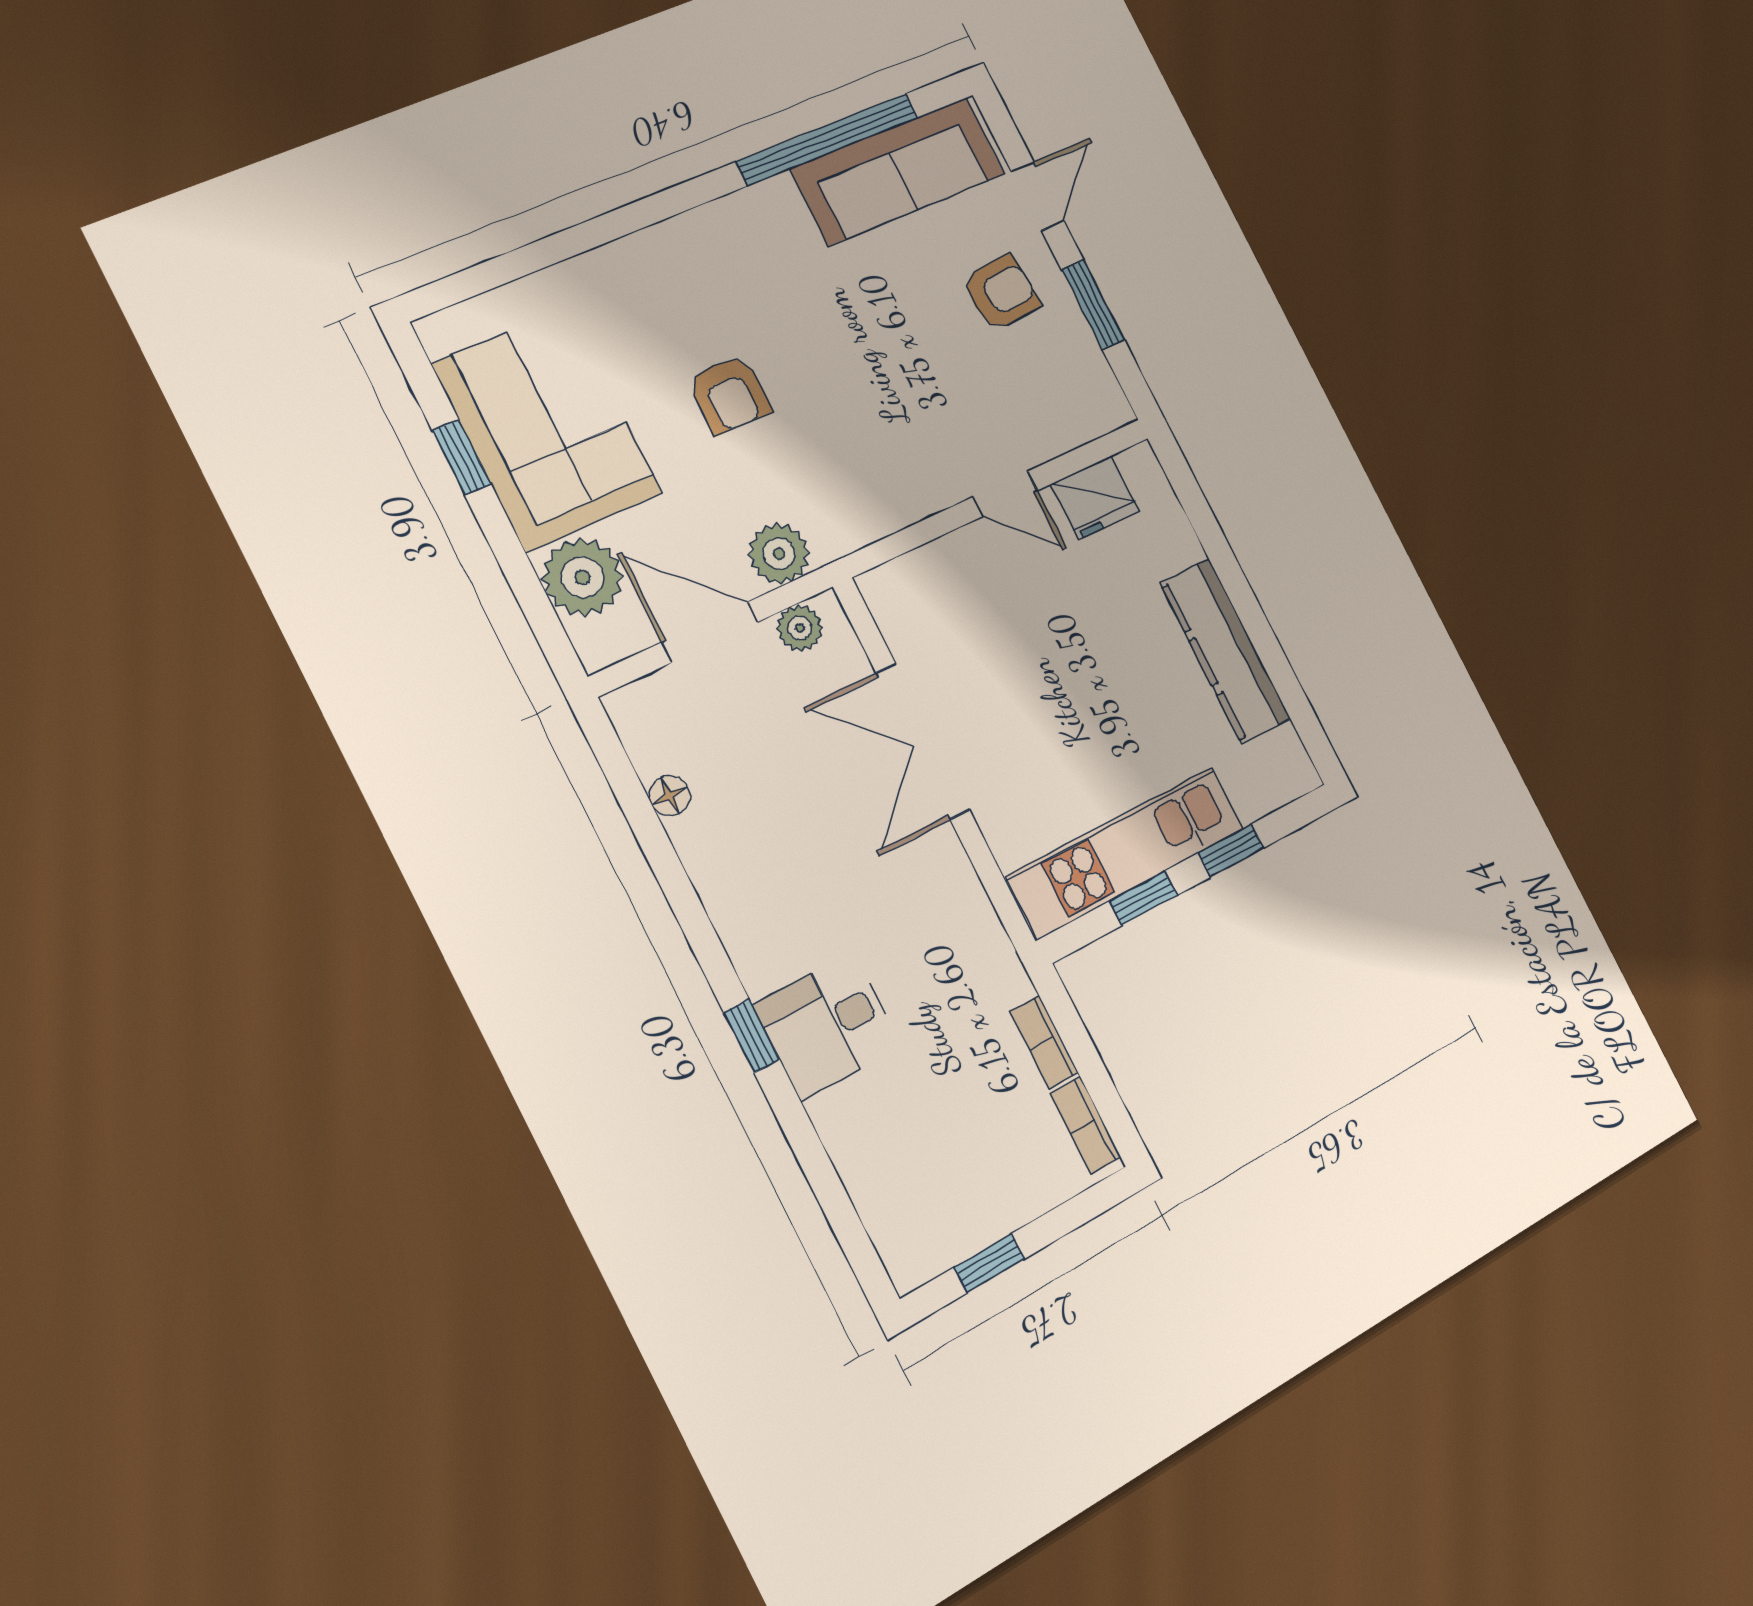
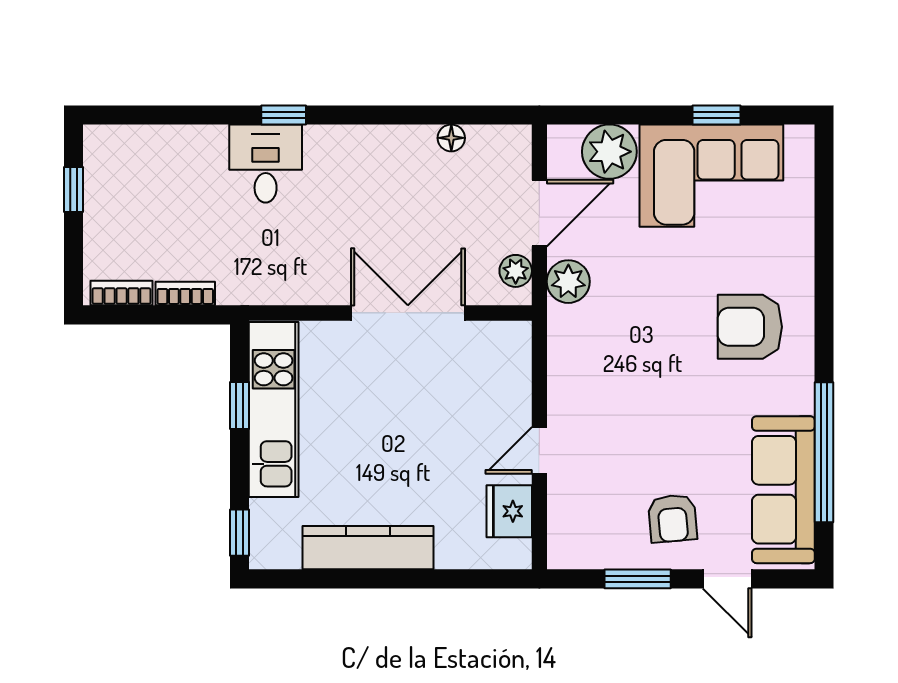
armchair: (729, 395) -> (750, 327), moved, width x1.38, depth x1.38
window: (1231, 850) -> (239, 533), moved

